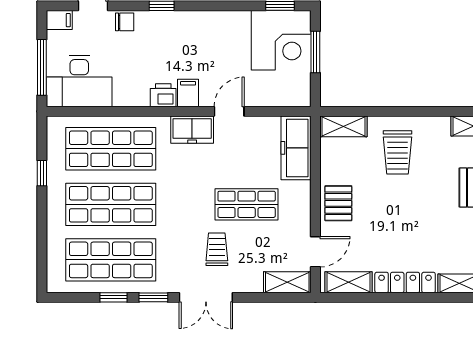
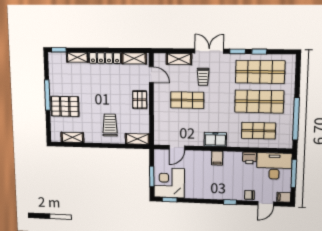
printer: (163, 95) -> (249, 158), moved
door: (229, 111) -> (177, 148), moved
freezer: (296, 148) -> (161, 129), removed
shop shelf: (111, 149) -> (258, 131), width x0.70, depth x0.74
window: (42, 173) -> (296, 119), width x3.17
door: (315, 252) -> (151, 75), swing flipped
shelving: (287, 282) -> (179, 59), moved

